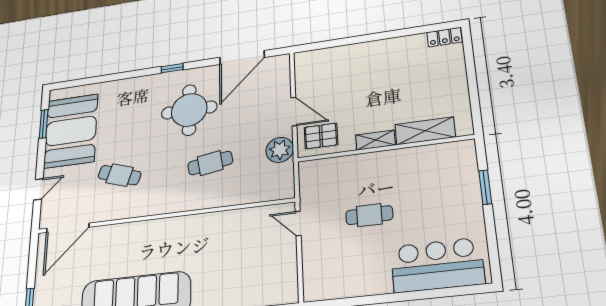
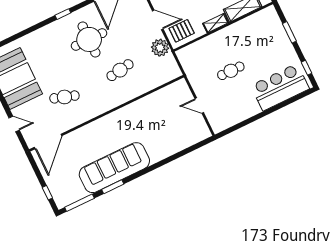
door: (38, 189) -> (14, 124), hinge flipped
door: (298, 224) -> (199, 106), moved
window: (493, 249) -> (307, 68), added

